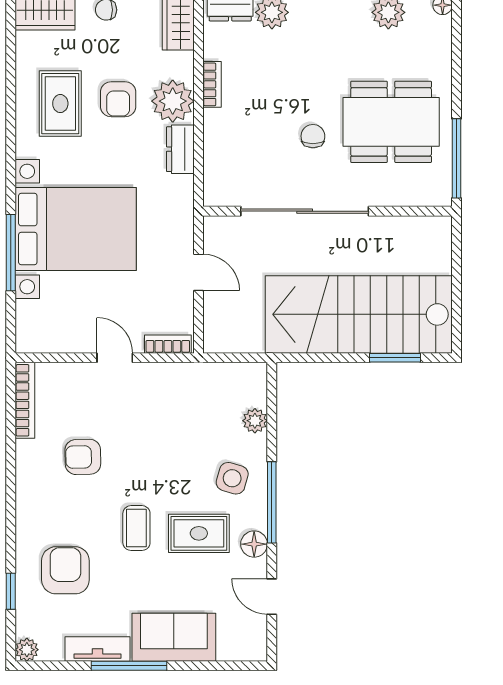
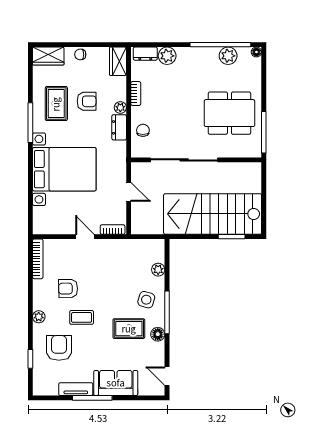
armchair: (118, 99) -> (87, 101), turned -90
plant: (173, 101) -> (120, 107), width x0.53, depth x0.53
chair: (313, 136) -> (143, 130), moved
window: (11, 253) -> (30, 123), moved
coffee table: (136, 528) -> (82, 317), moved, turned 90
door: (272, 597) -> (167, 376), moved
plant: (27, 650) -> (39, 317), moved

